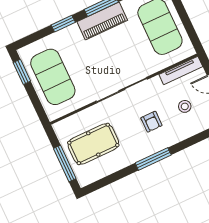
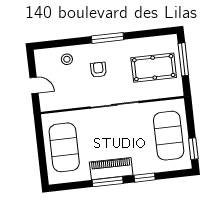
tv unit: (181, 70) -> (59, 105), removed
stool: (185, 106) -> (67, 59), moved

